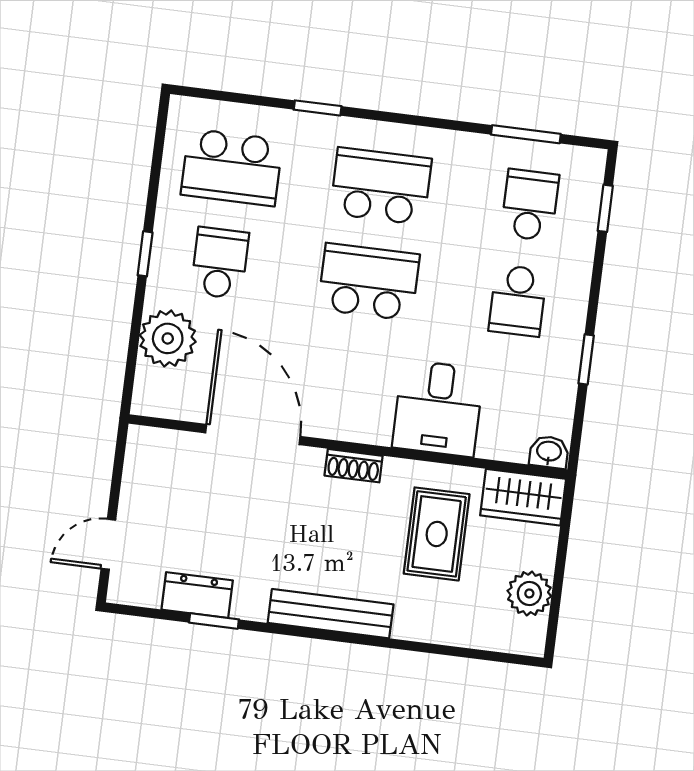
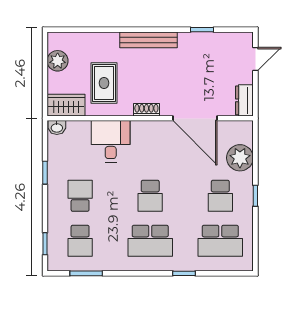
school desk: (232, 167) -> (220, 241), turned 180
school desk: (369, 282) -> (150, 196), width x0.54
dresser: (197, 595) -> (244, 100), moved, turned 90

